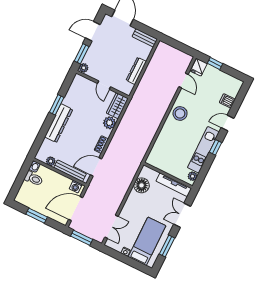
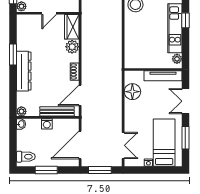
door: (104, 85) -> (49, 13), hinge flipped
plant: (51, 161) -> (21, 111), moved
toilet: (34, 179) -> (26, 157), moved
washing machine: (76, 187) -> (47, 124), moved

